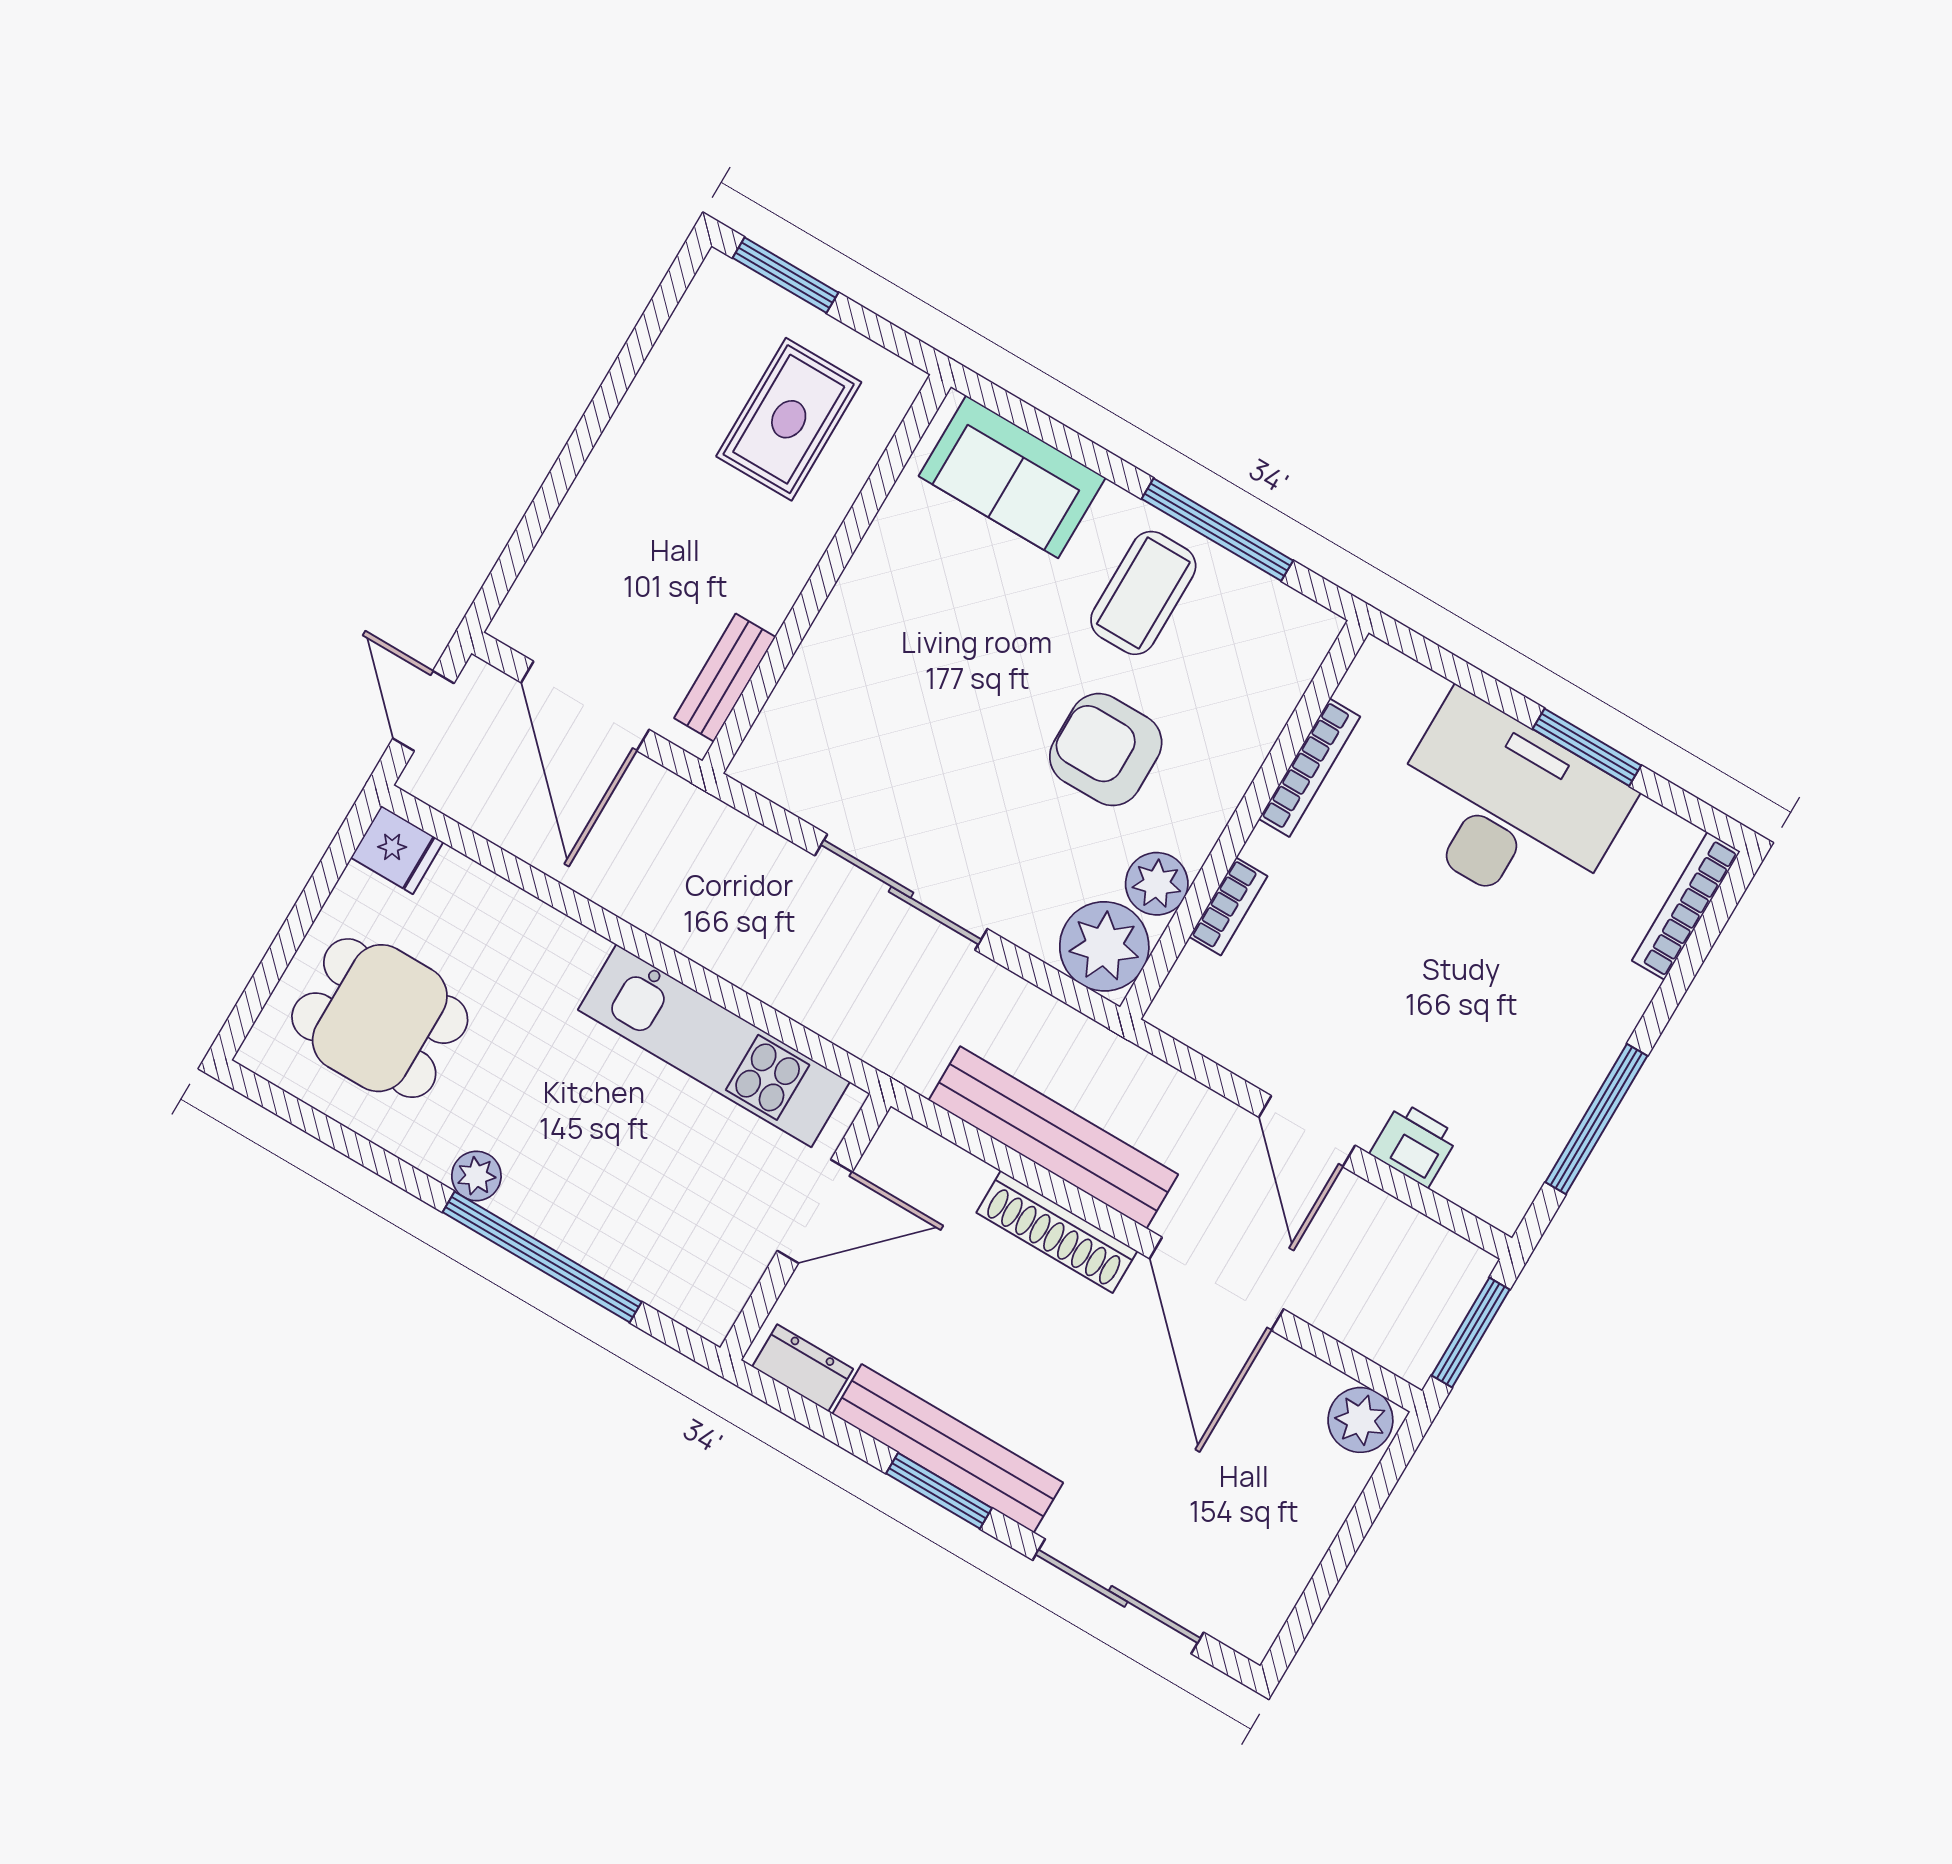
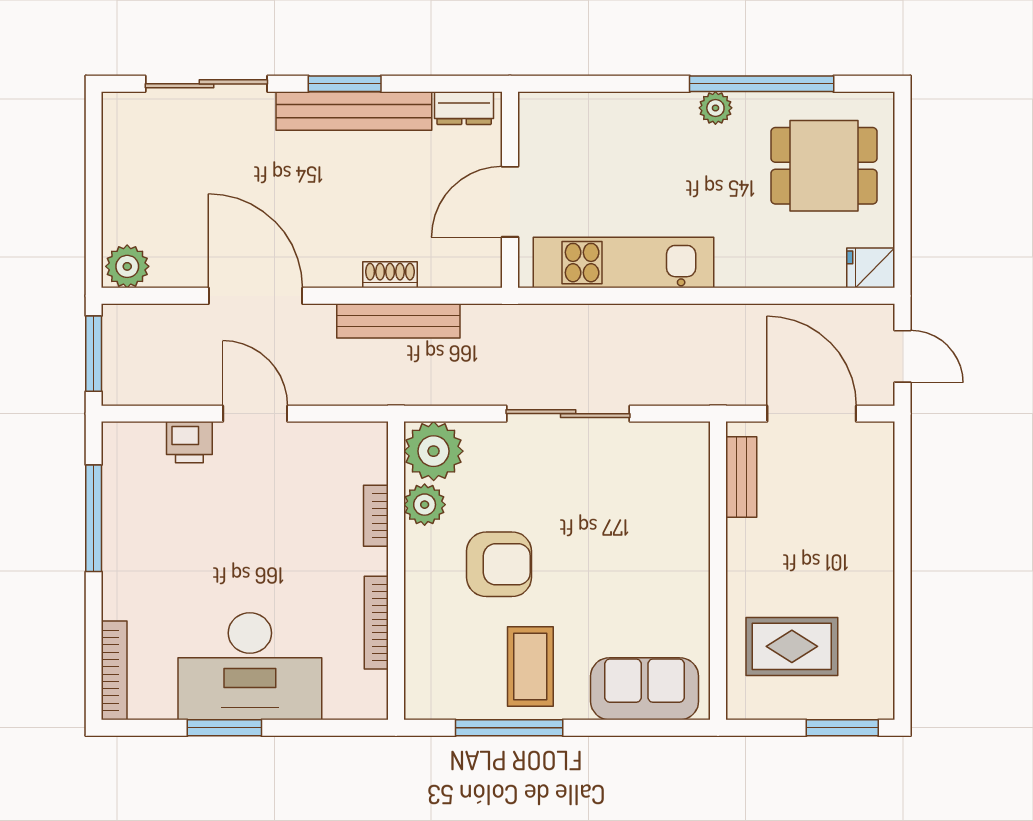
rug: (789, 419) -> (792, 646), turned 90
bench: (1053, 1137) -> (398, 321), width x0.73, depth x0.82
shoe rack: (1057, 1232) -> (390, 275), width x0.51, depth x0.81
window: (542, 1257) -> (762, 84), moved

